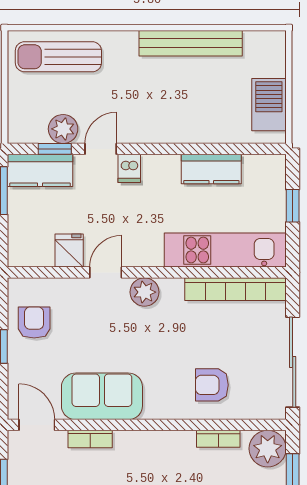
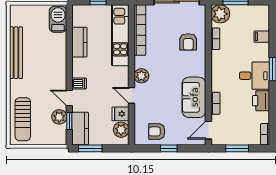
barbecue: (269, 105) -> (58, 19), moved, turned 90
plant: (38, 252) -> (121, 130), added

